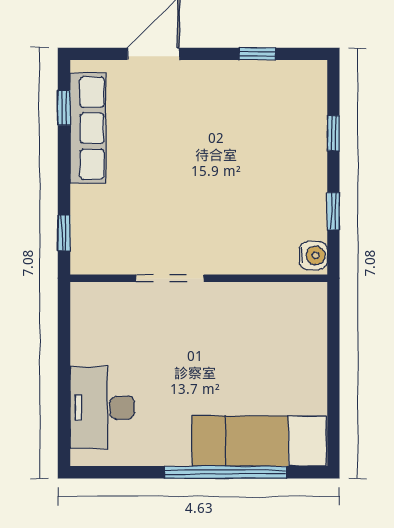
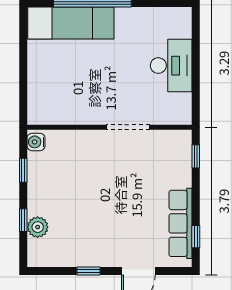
window: (257, 54) -> (88, 271), moved
plant: (311, 122) -> (38, 227), added
desk: (102, 408) -> (171, 66), moved

